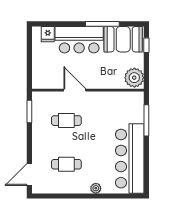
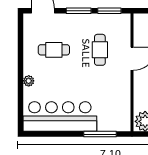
window: (29, 141) -> (79, 11), added
cafe table: (66, 164) -> (54, 50), turned 90

